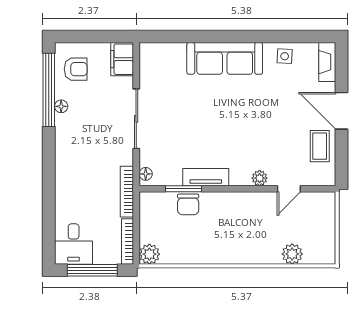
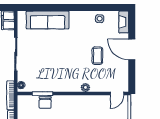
sofa: (225, 58) -> (48, 20), moved
coffee table: (320, 146) -> (97, 56), moved
tv unit: (206, 177) -> (55, 87), removed
door: (289, 189) -> (117, 94), moved

